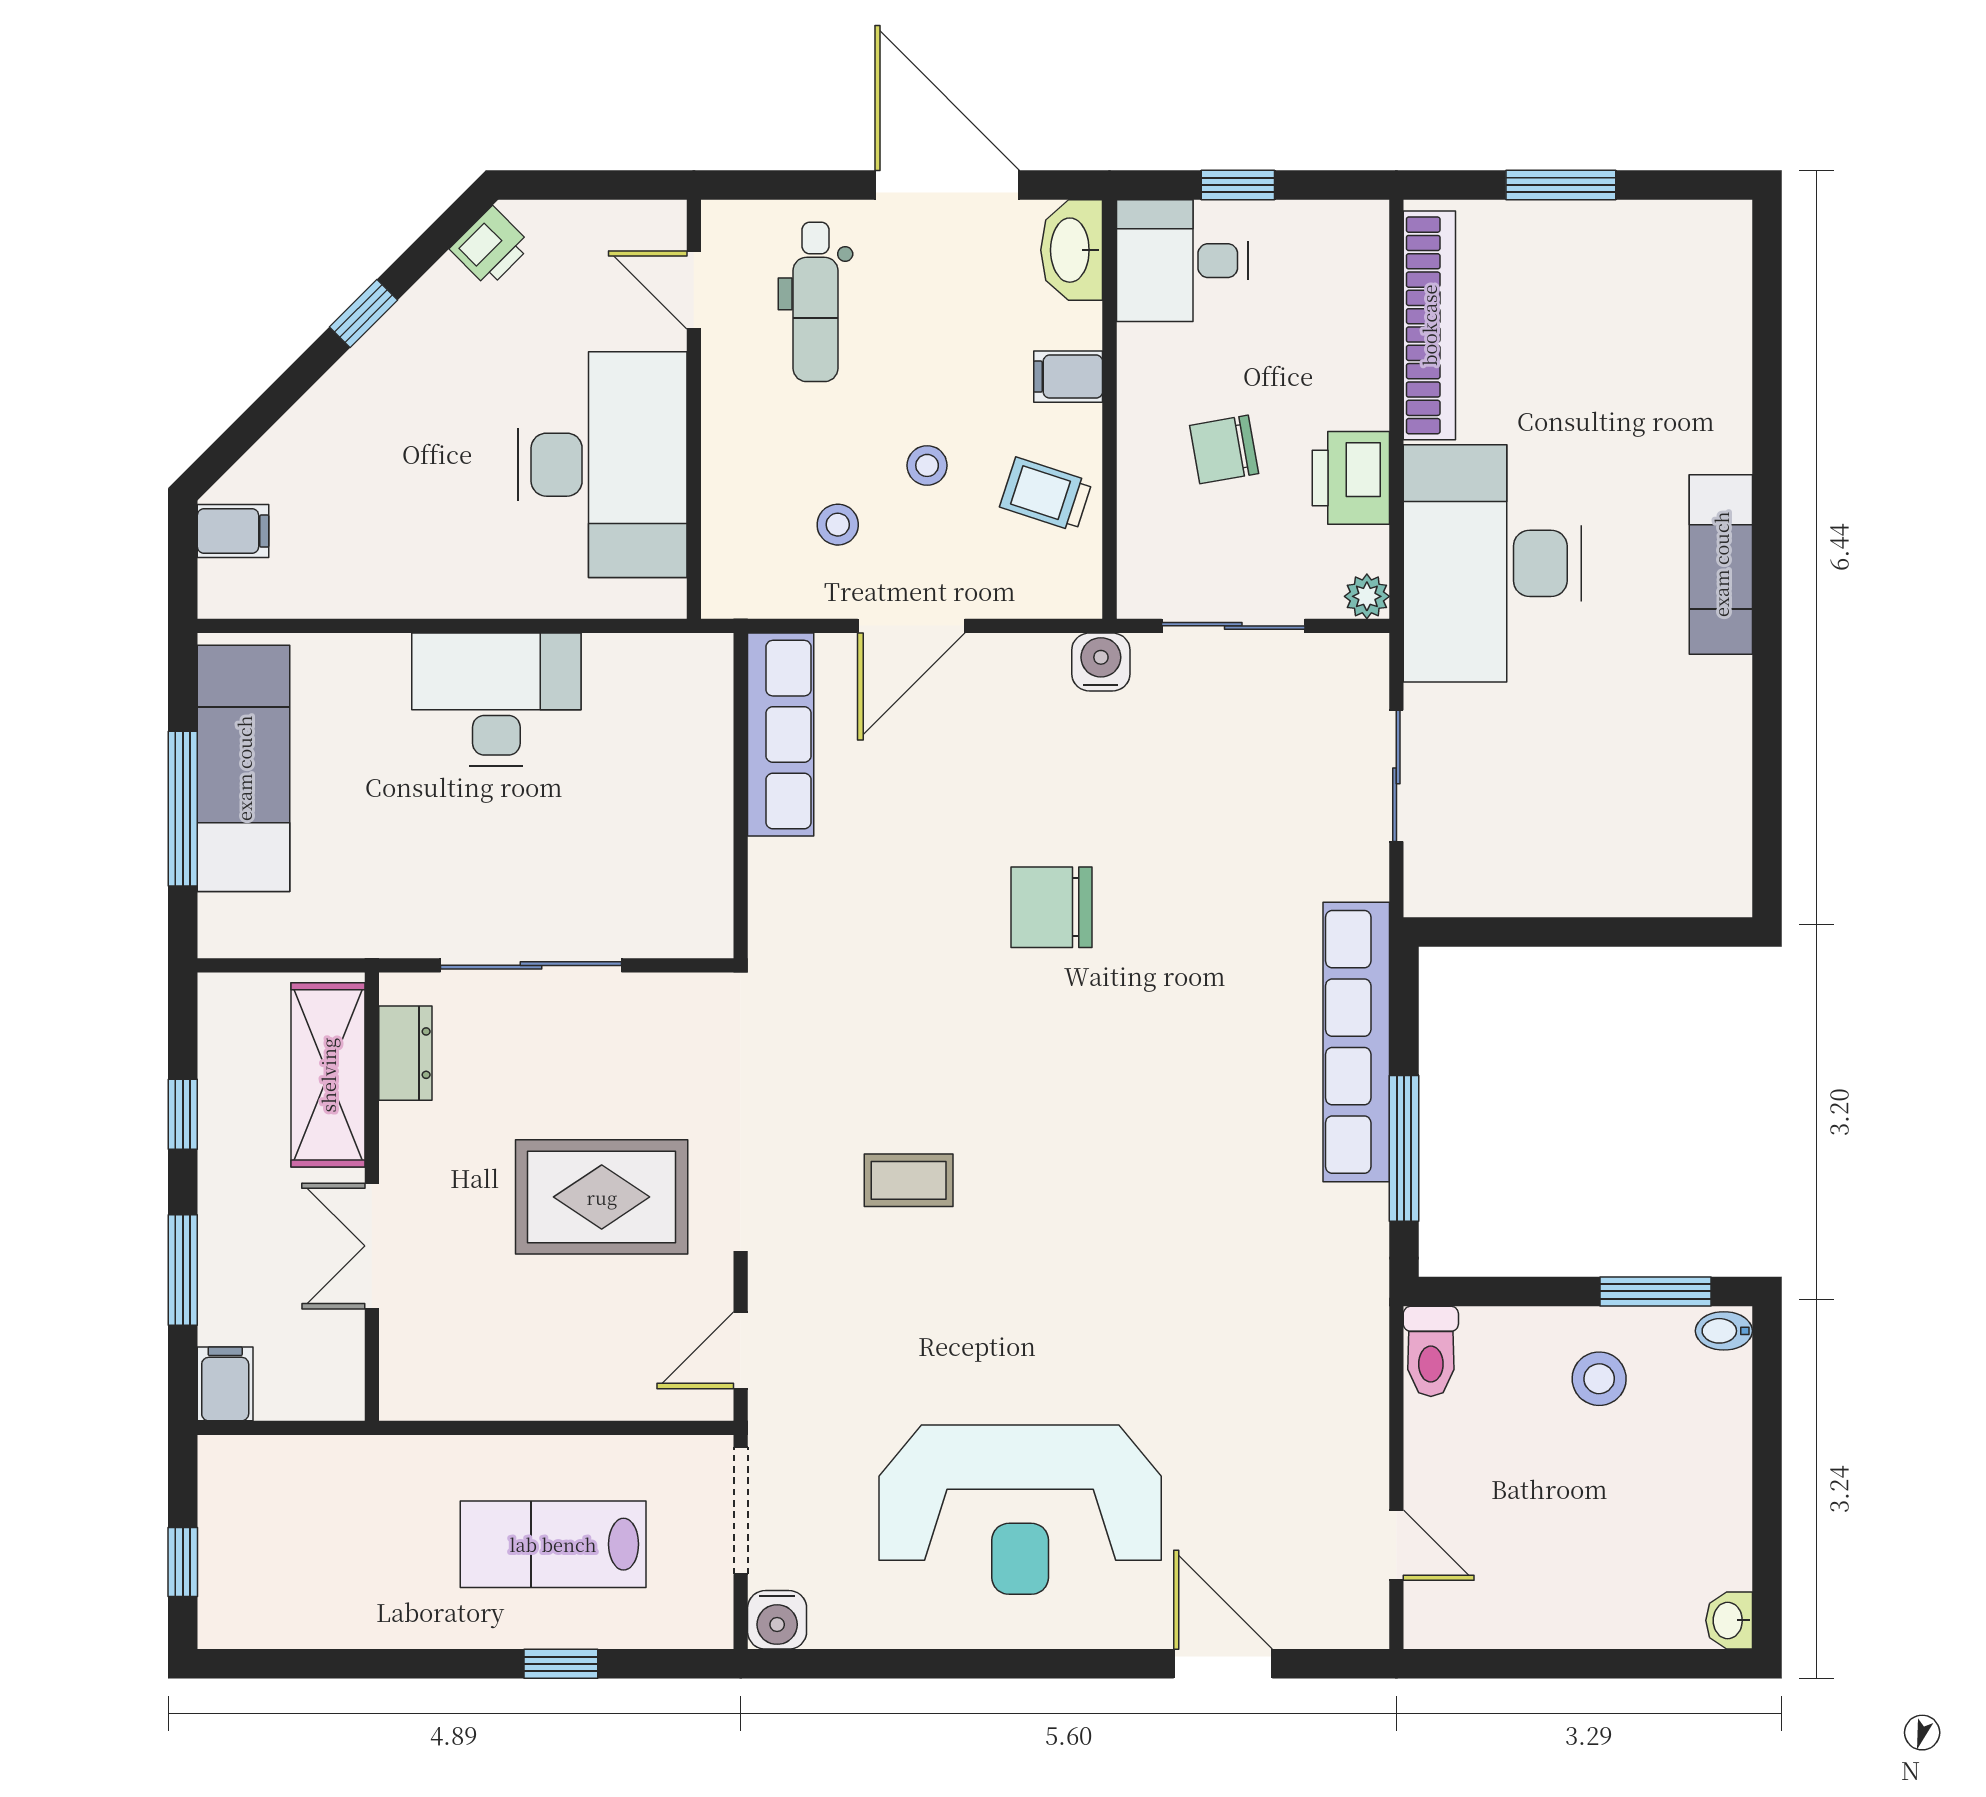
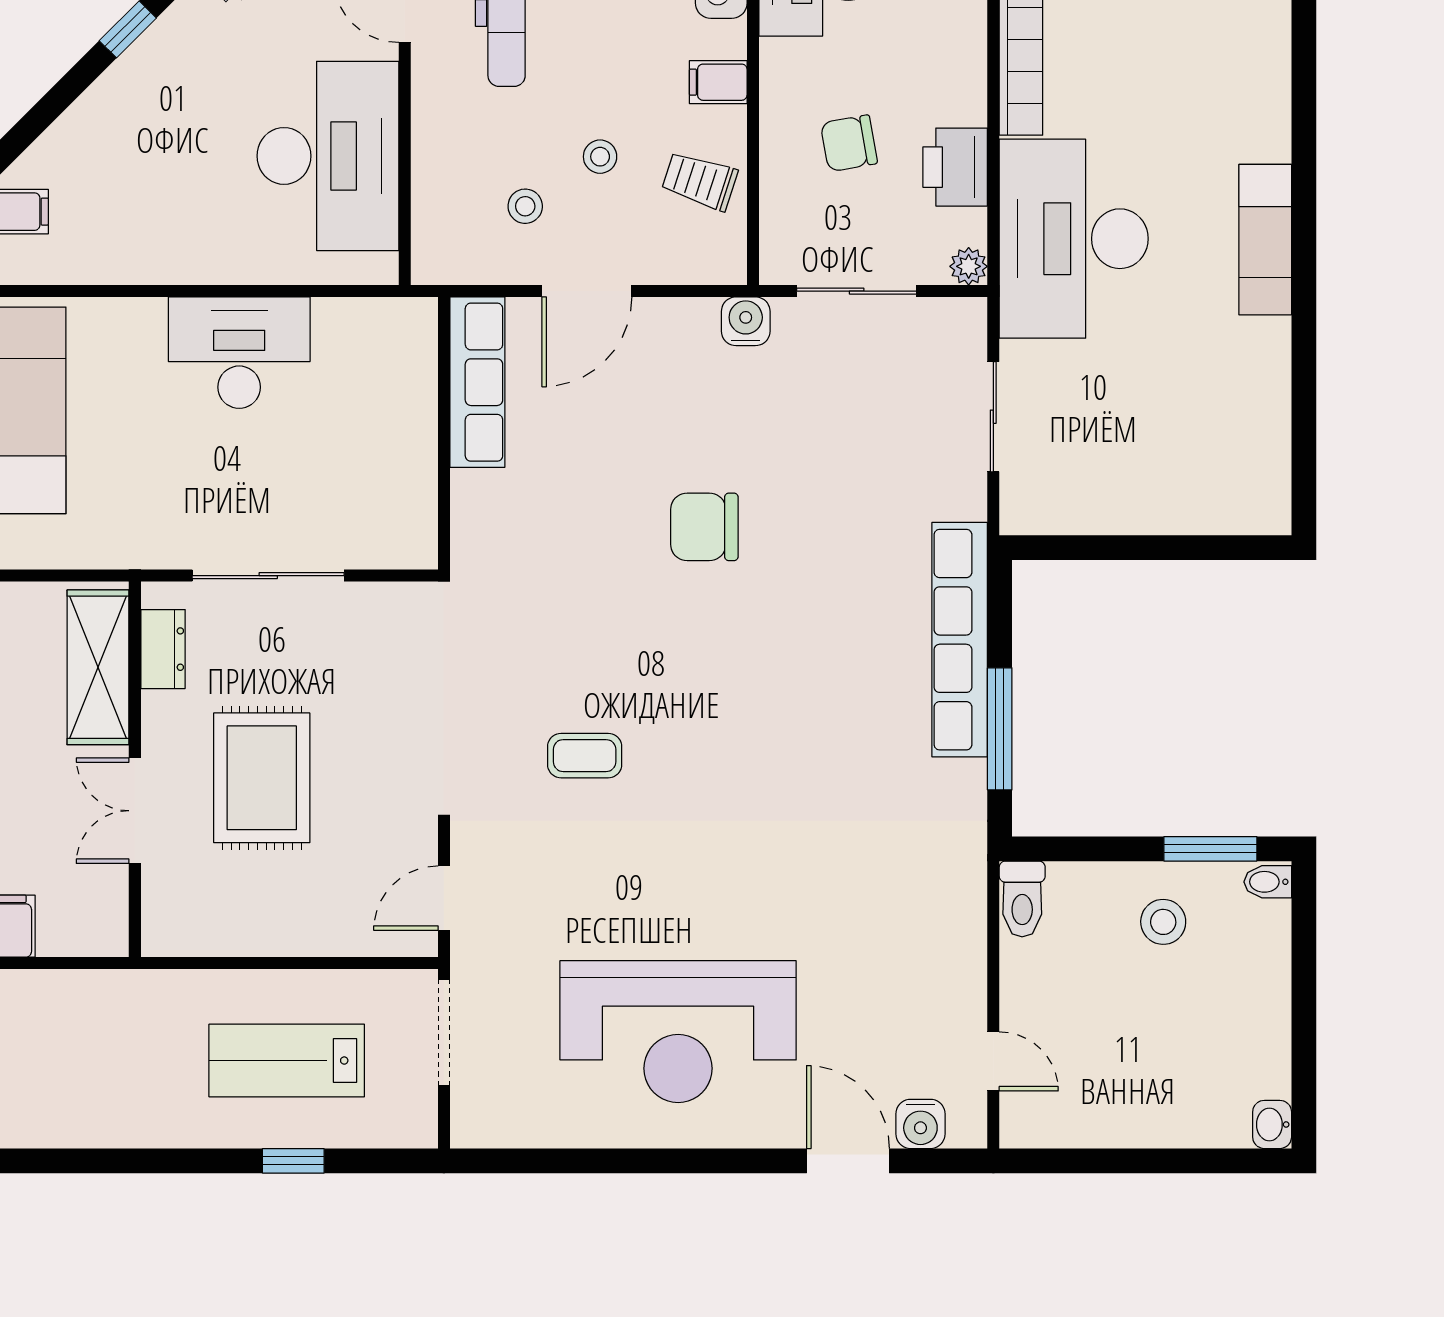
rug: (602, 1197) -> (262, 778), moved, turned 90
water cooler: (777, 1620) -> (920, 1124), moved

